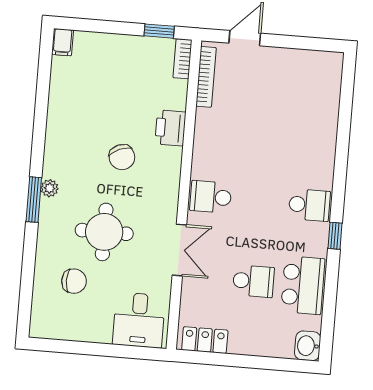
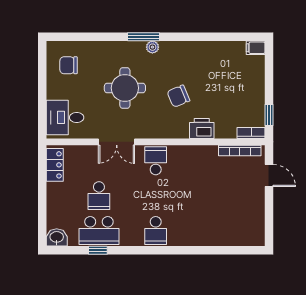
window: (335, 236) -> (98, 250), moved
chair: (74, 281) -> (69, 65), moved, turned 90

